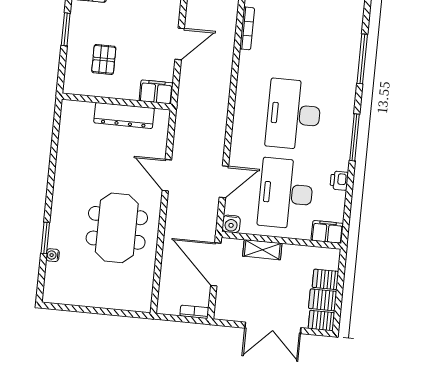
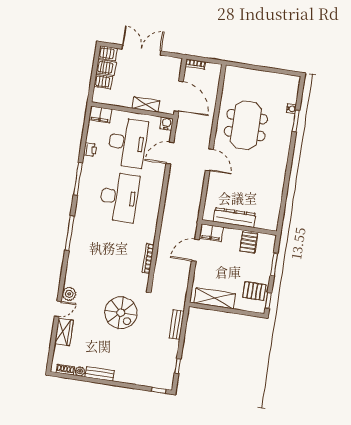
filing cabinet: (156, 92) -> (211, 233), moved
wall: (116, 101) -> (239, 227), moved
dresser: (124, 115) -> (234, 217), moved

